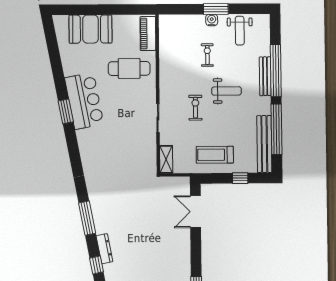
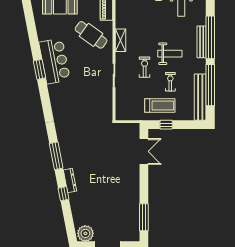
exercise bike: (207, 55) -> (170, 82), moved
cafe table: (129, 68) -> (91, 35), turned 36
treadmill: (215, 155) -> (160, 105), turned 180
shelving: (166, 159) -> (120, 40), moved
window: (240, 178) -> (166, 125), moved
double door: (196, 212) -> (144, 151), swing flipped

